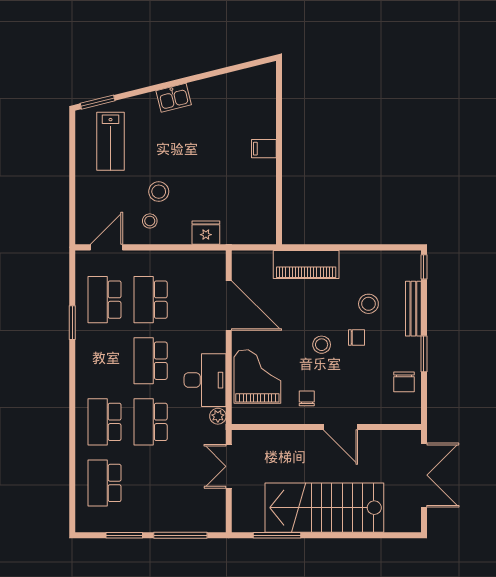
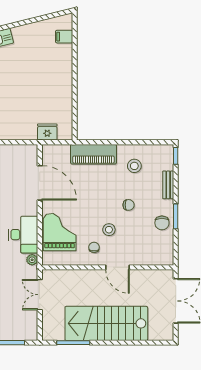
filing cabinet: (264, 149) -> (64, 37), moved
fridge: (206, 233) -> (47, 132), moved
stool: (368, 304) -> (134, 166), moved
bench: (413, 309) -> (168, 185), width x0.73
stool: (322, 345) -> (109, 230), moved
chair: (404, 382) -> (162, 223), moved

